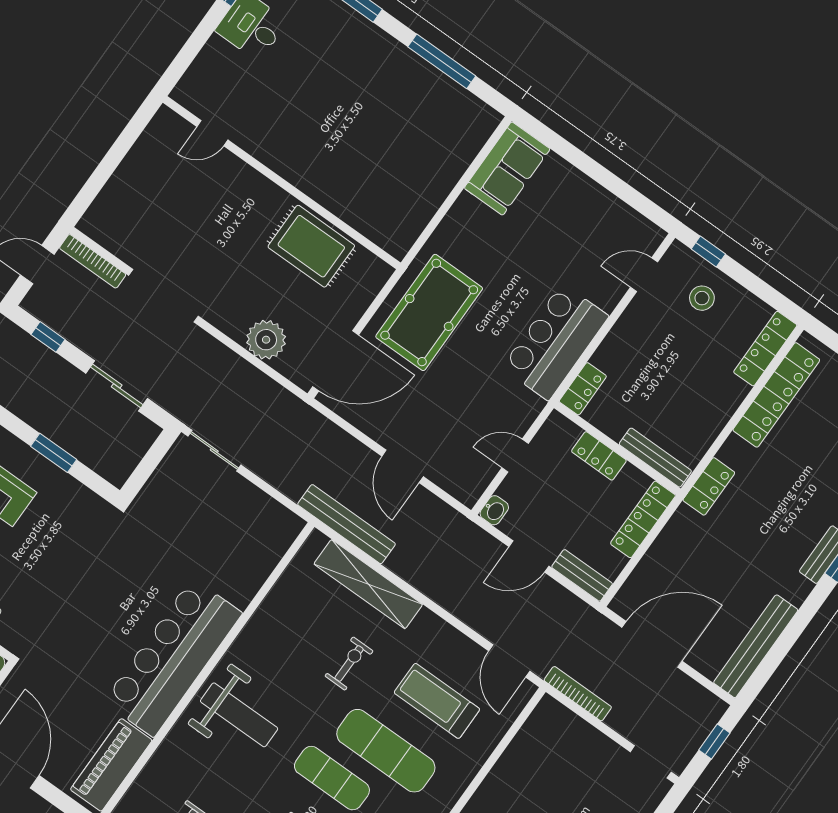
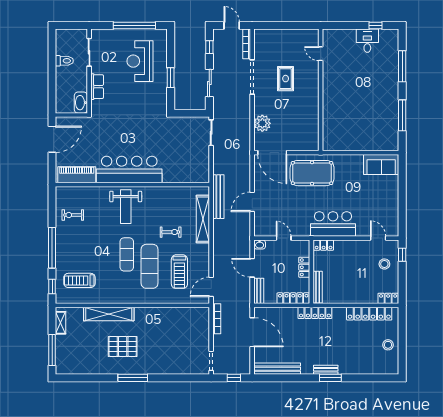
rug: (311, 246) -> (286, 79), moved, width x0.73, depth x0.70
locker: (765, 349) -> (388, 298), width x0.66
locker: (709, 486) -> (315, 313), width x1.53
treadmill: (437, 701) -> (179, 272), turned 180

